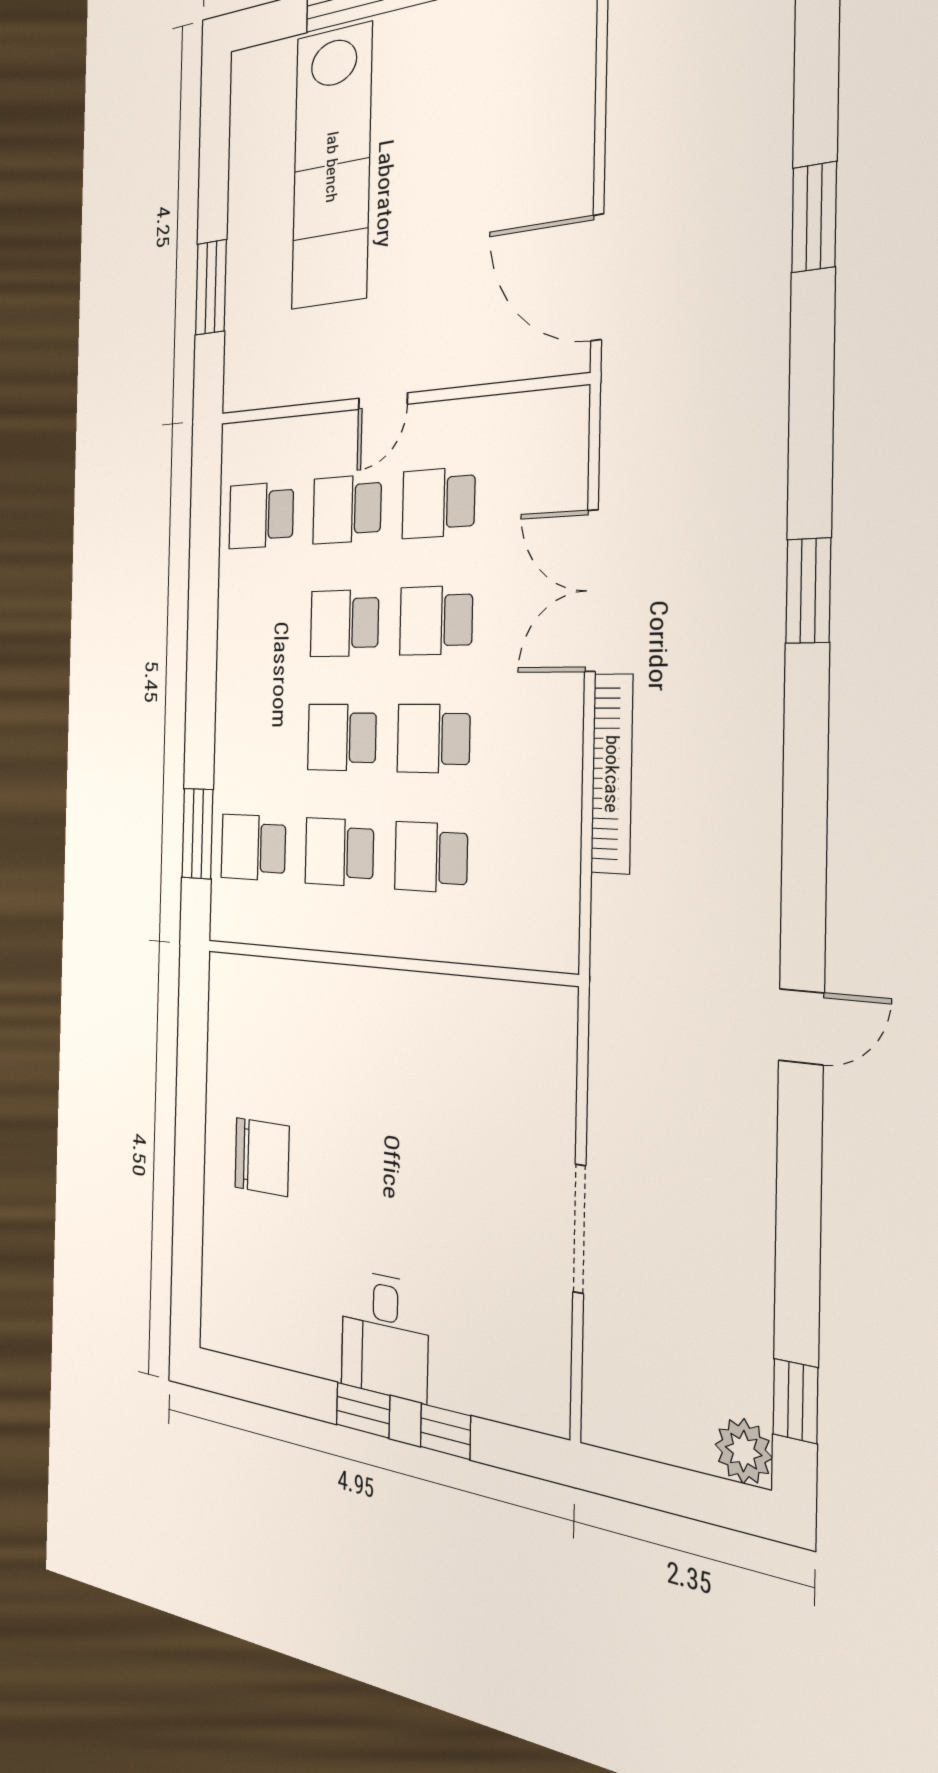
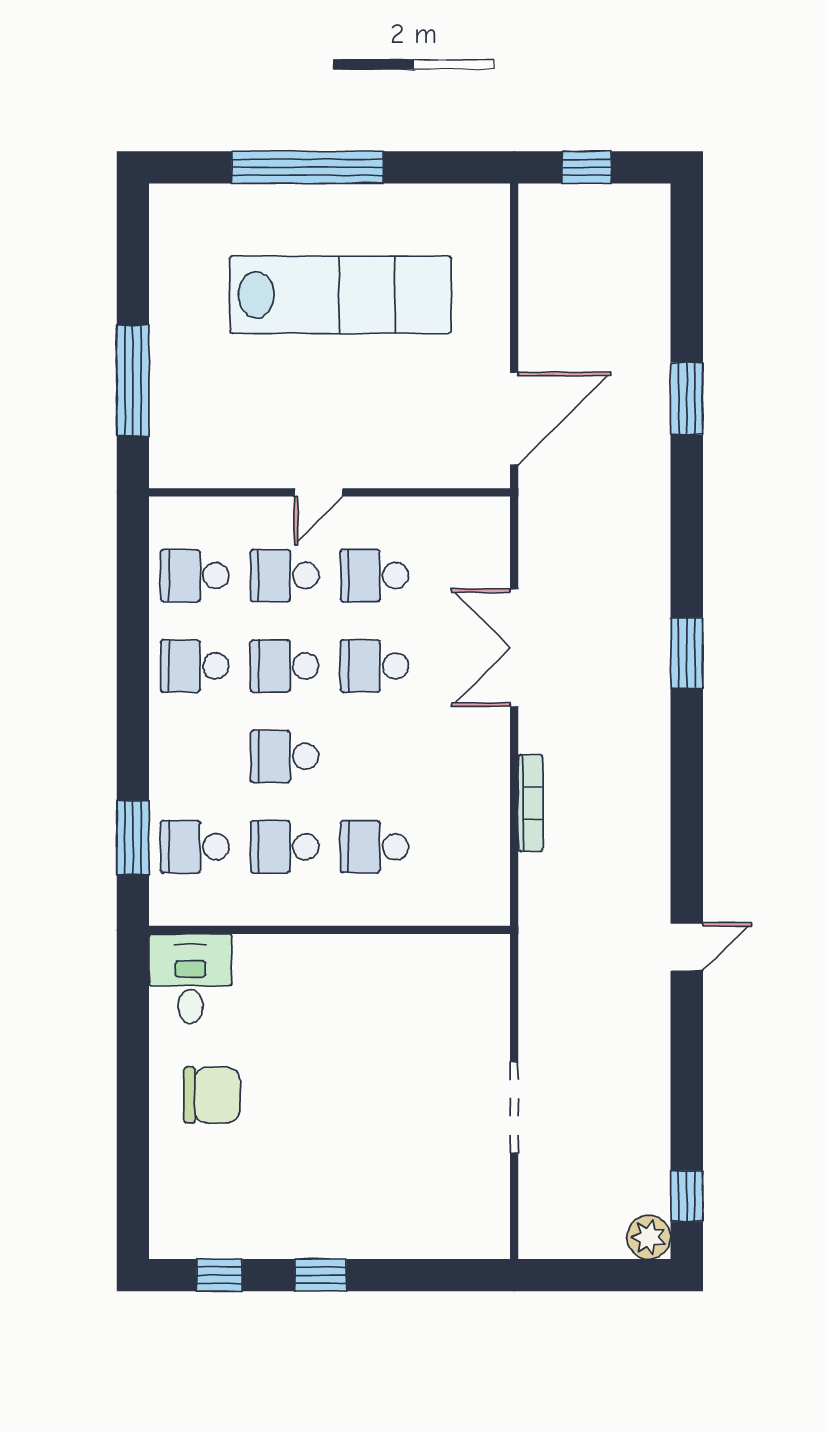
lab bench: (332, 167) -> (340, 295), moved, turned -90
door: (597, 277) -> (514, 419), swing flipped
window: (211, 287) -> (133, 380), width x1.44
school desk: (433, 739) -> (195, 666), moved
bookcase: (612, 774) -> (531, 803), width x0.68, depth x0.76
desk: (385, 1335) -> (190, 979), moved, turned 180
window: (445, 1431) -> (219, 1275), moved

